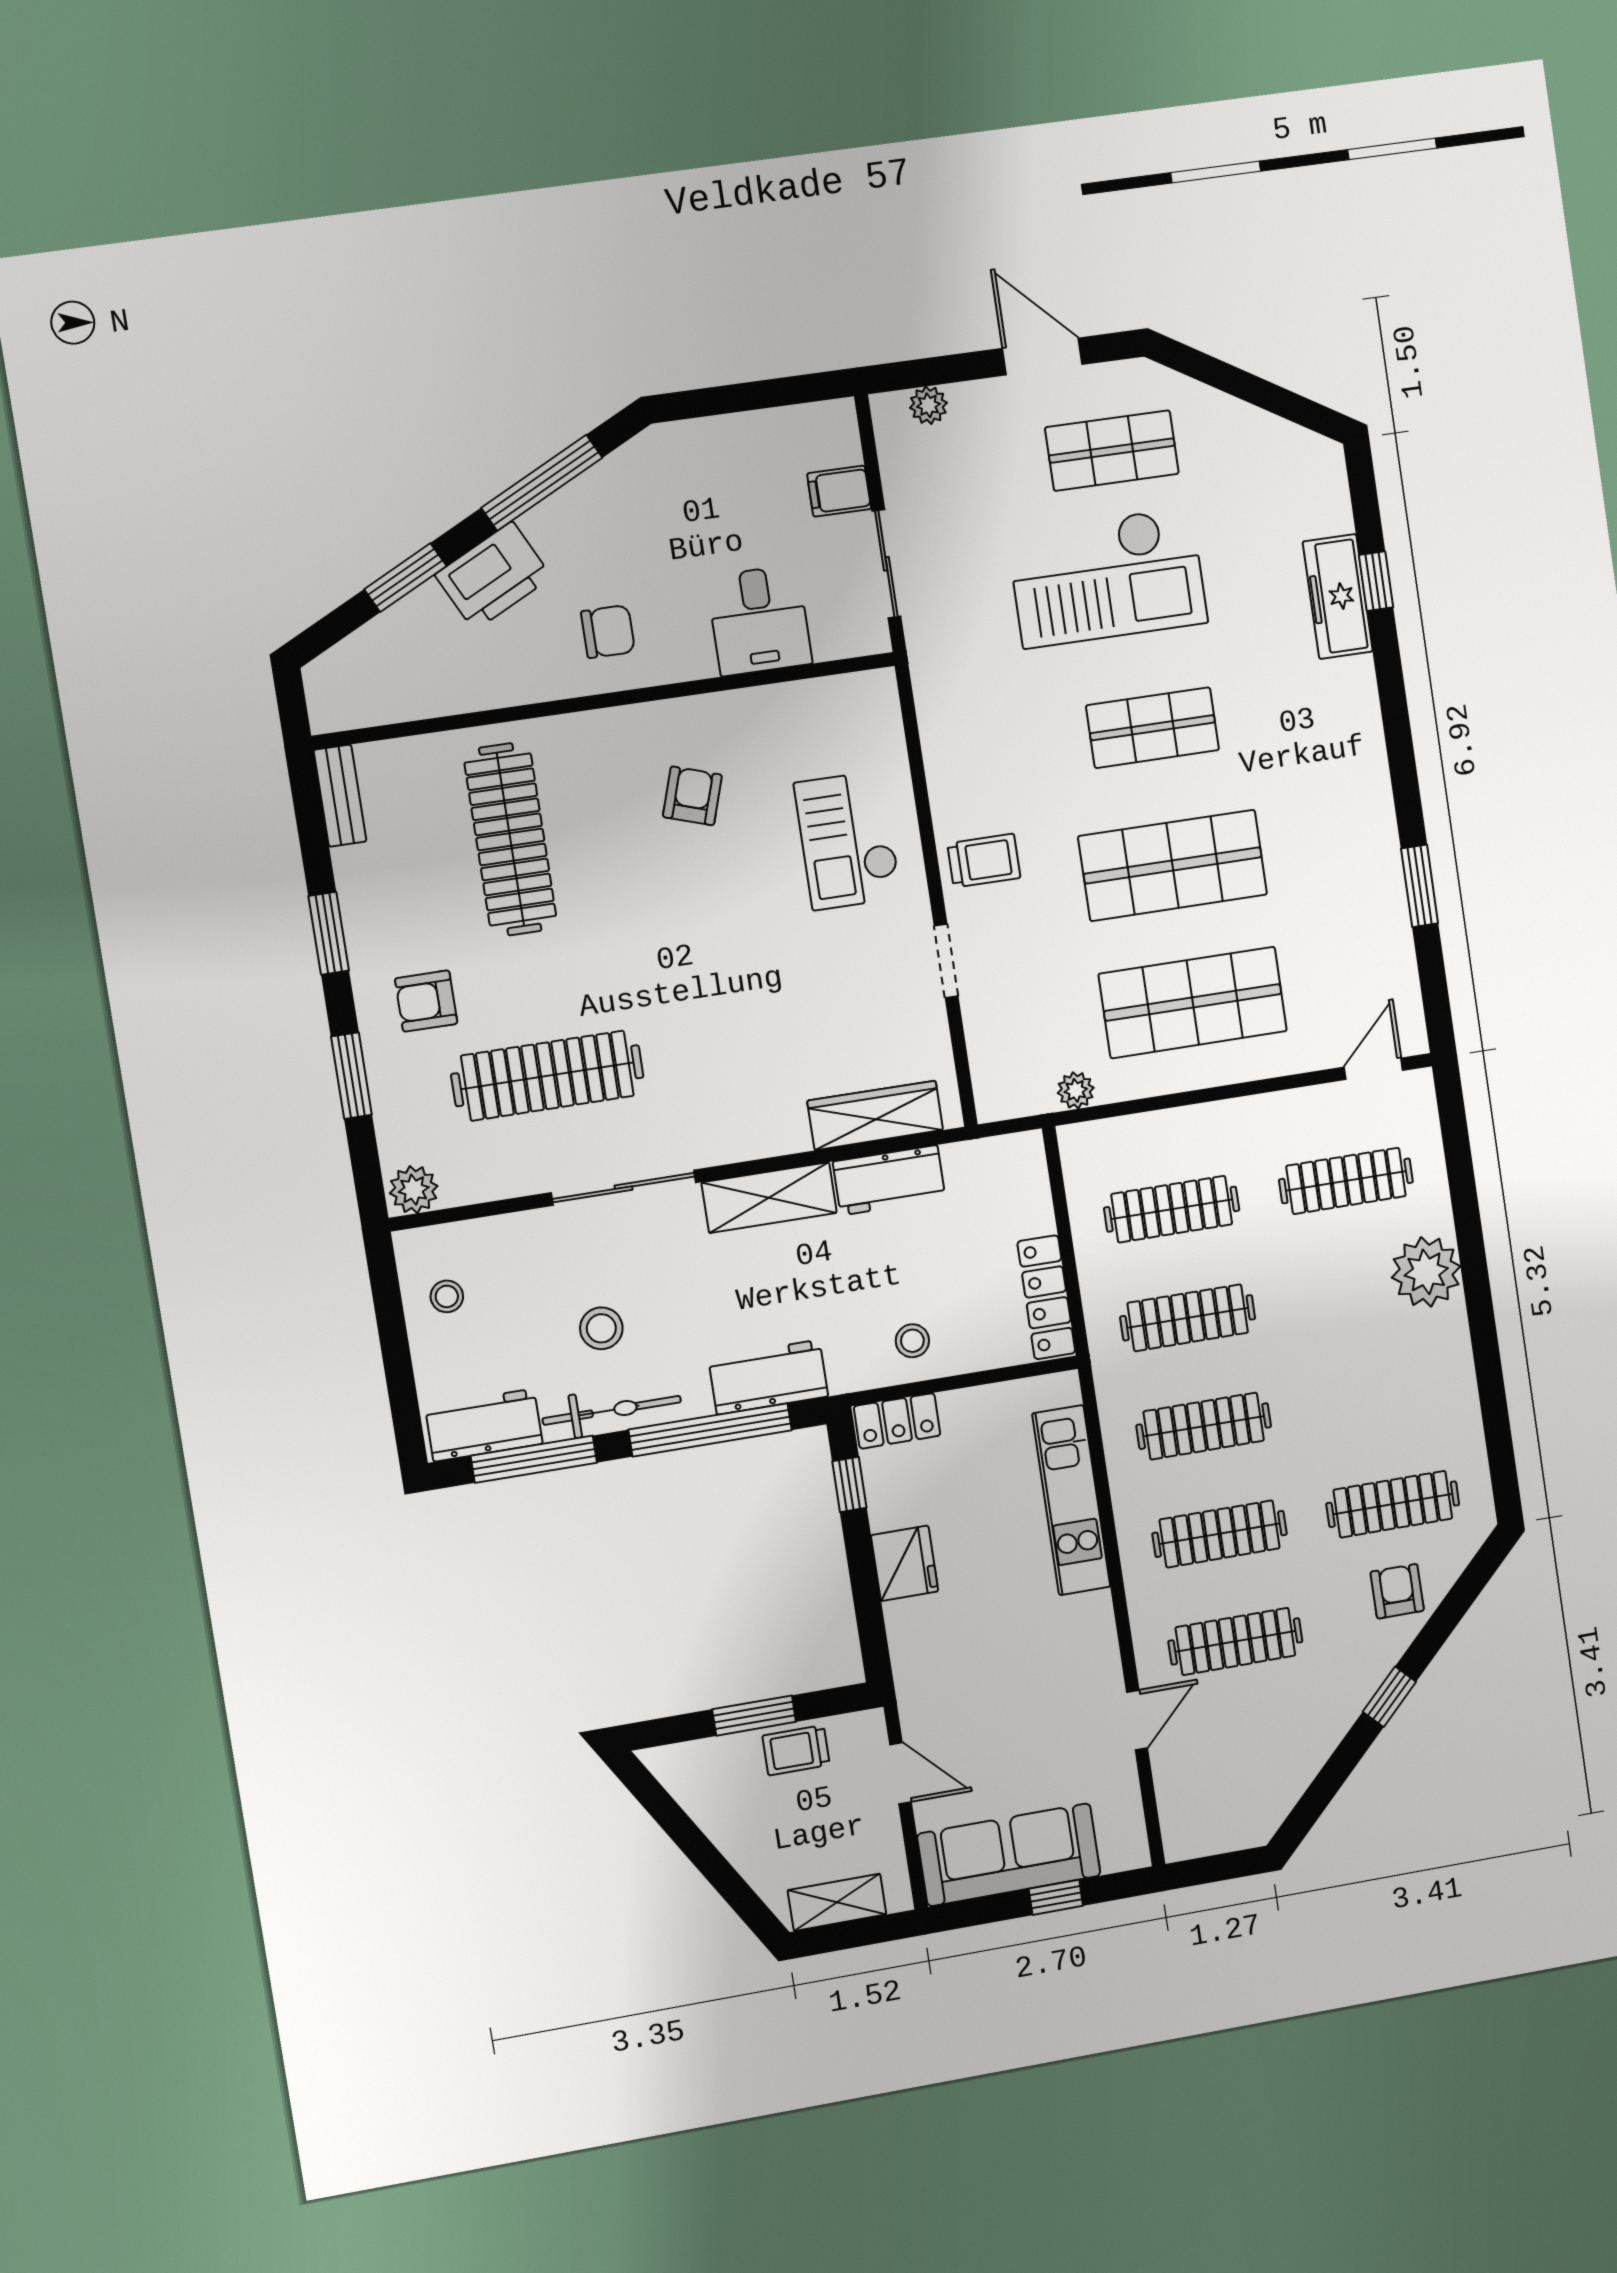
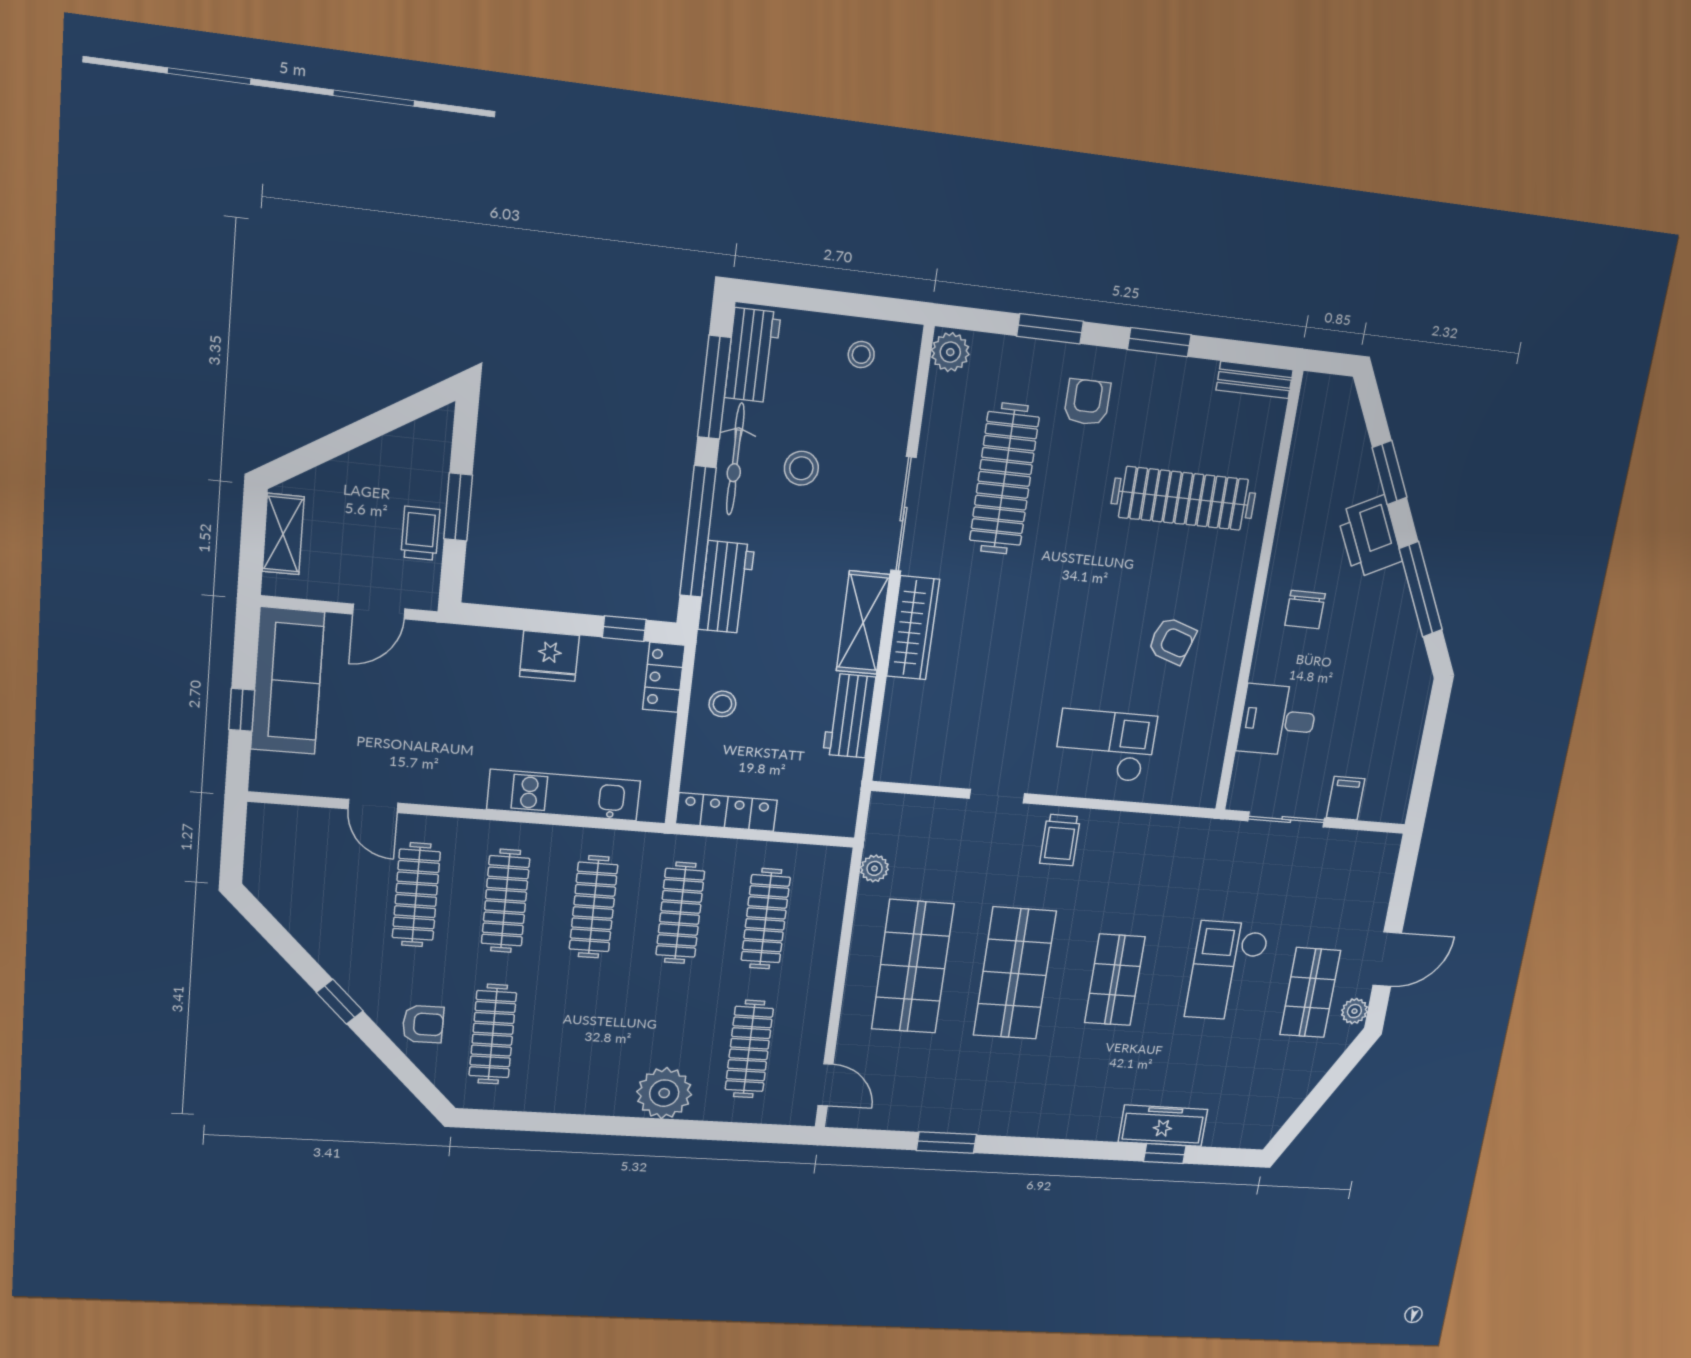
plant: (928, 405) -> (1354, 1011), moved
checkout: (1107, 577) -> (1227, 971), width x0.73, depth x0.83
wardrobe: (875, 1115) -> (913, 628), moved

